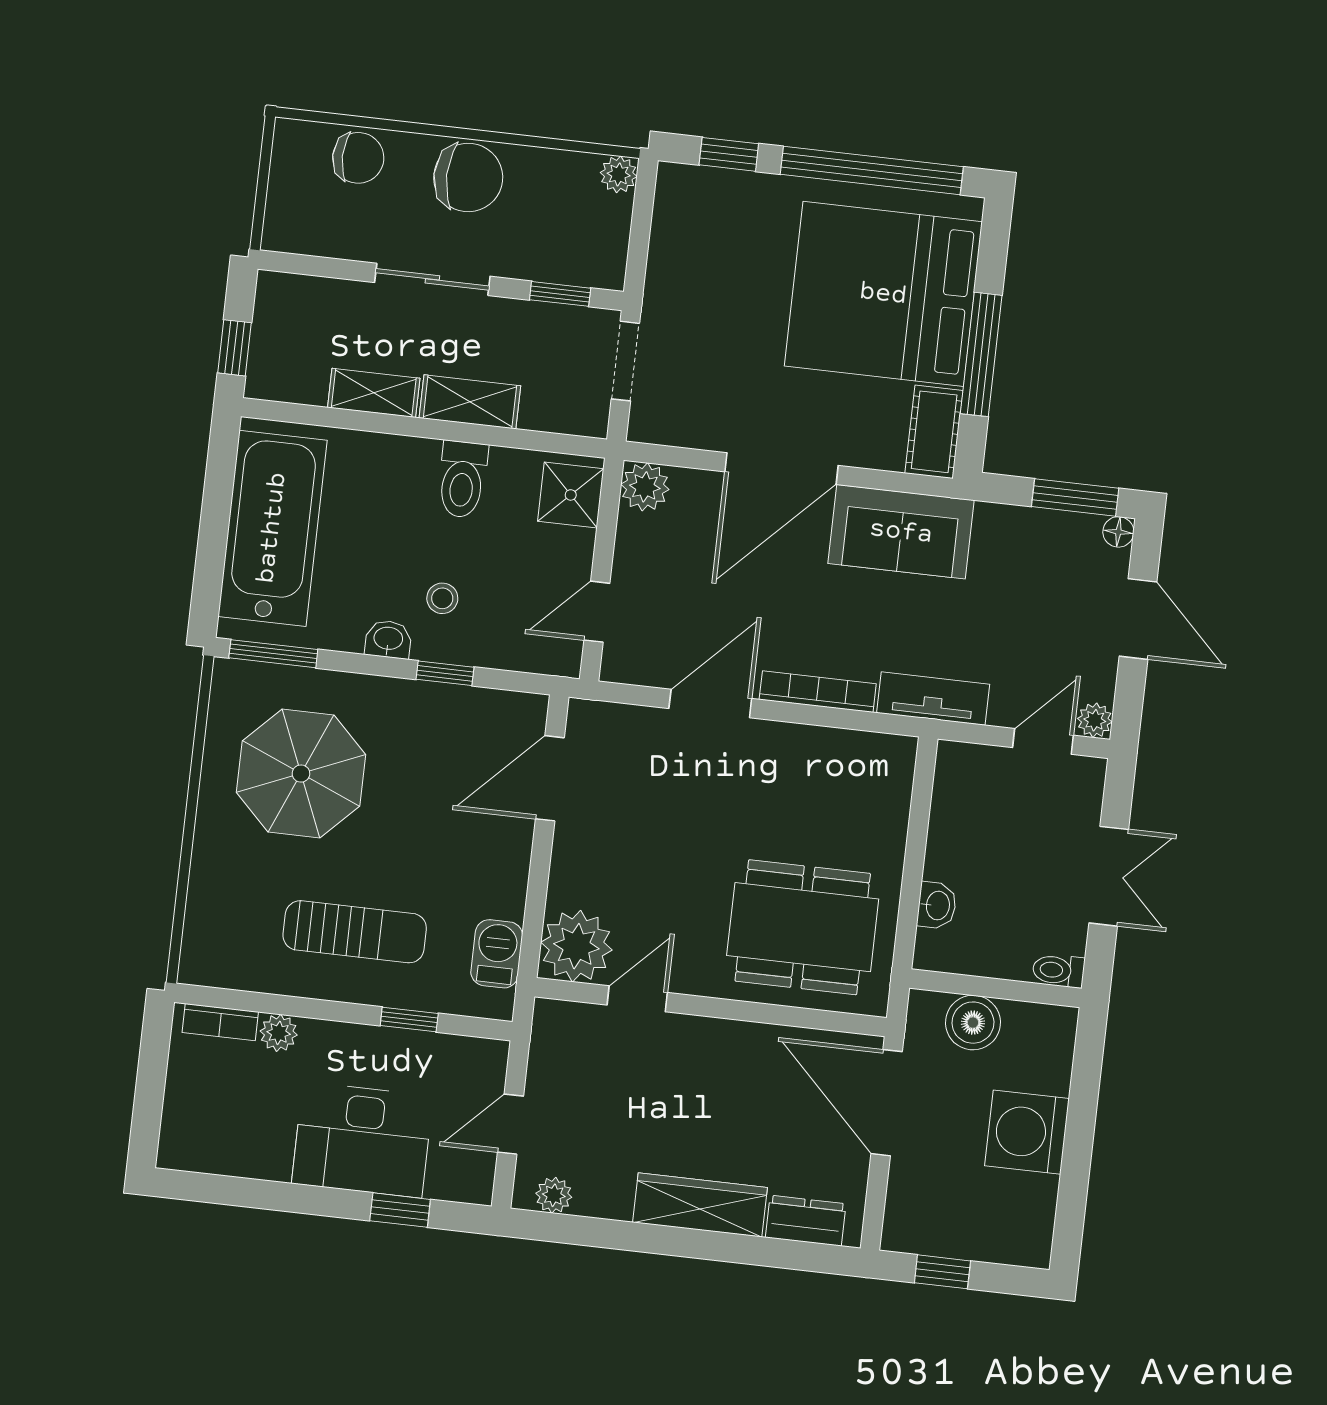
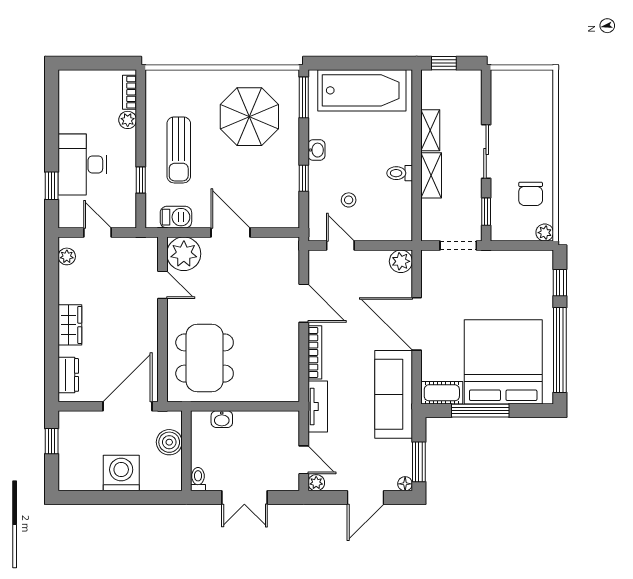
chair: (358, 158) -> (539, 111), removed
chair: (468, 177) -> (531, 194), moved, width x0.73, depth x0.73
toilet: (462, 479) -> (400, 173), width x0.73, depth x0.72
shower: (571, 495) -> (393, 227), removed
sofa: (901, 532) -> (394, 394), width x1.36
stool: (442, 598) -> (349, 200), moved
door: (550, 778) -> (231, 233), moved
wardrobe: (700, 1205) -> (70, 325), width x0.67

